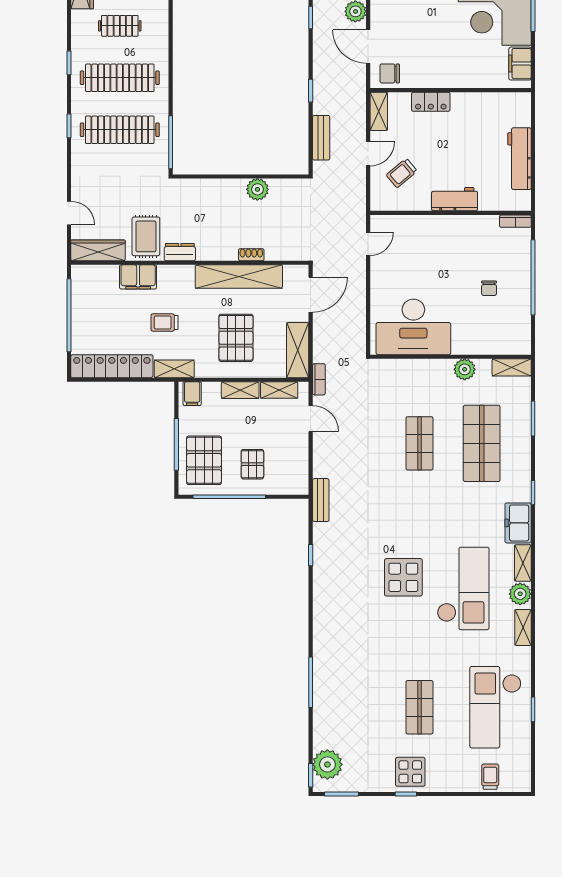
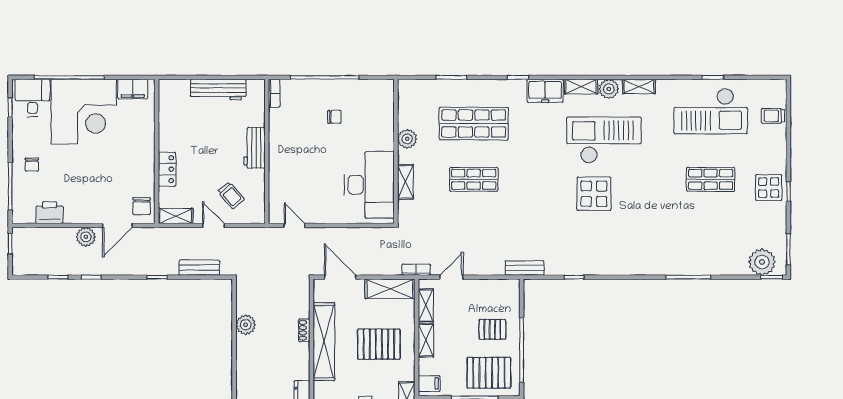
shelving: (512, 367) -> (405, 182), moved

